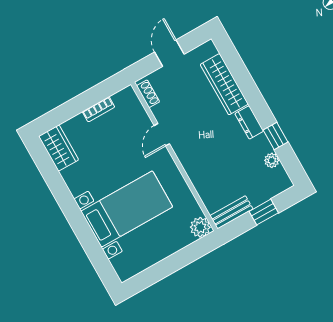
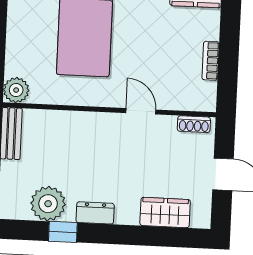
wardrobe: (224, 84) -> (165, 212), width x0.67
plant: (272, 160) -> (48, 204), width x1.88, depth x1.88

